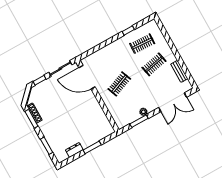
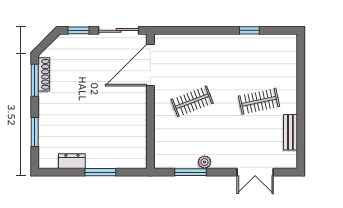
clothes rail: (142, 44) -> (259, 61), removed
door: (87, 77) -> (150, 65), hinge flipped
double door: (173, 102) -> (255, 172), width x0.73

